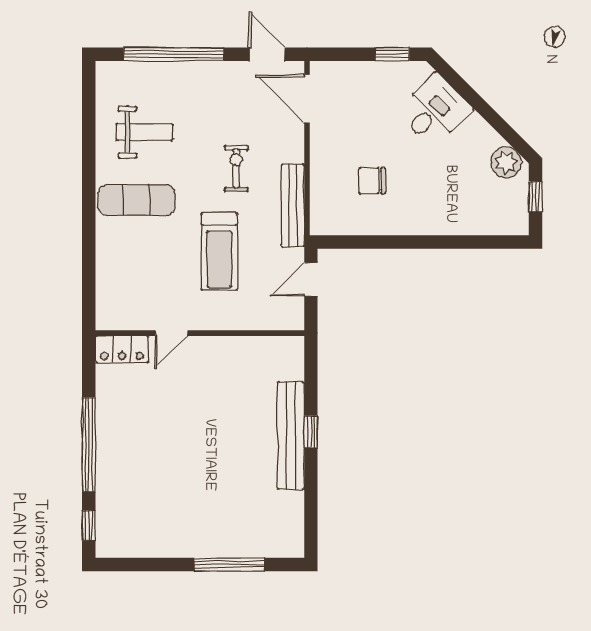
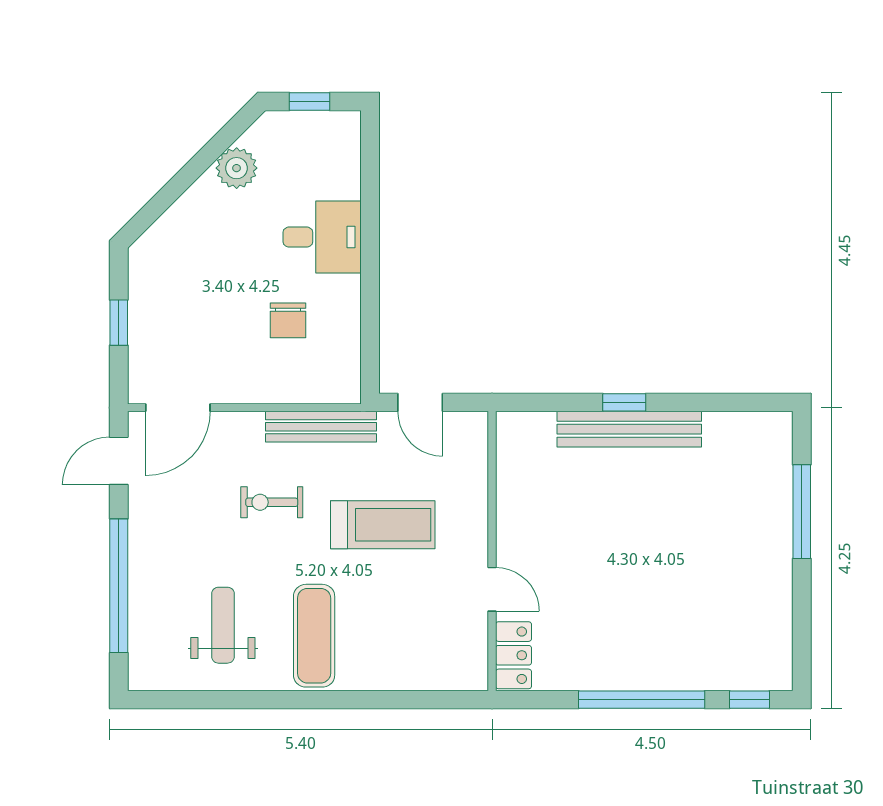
window: (392, 54) -> (119, 323), moved
desk: (435, 110) -> (322, 237), moved, turned 135
plant: (506, 163) -> (237, 168), moved

